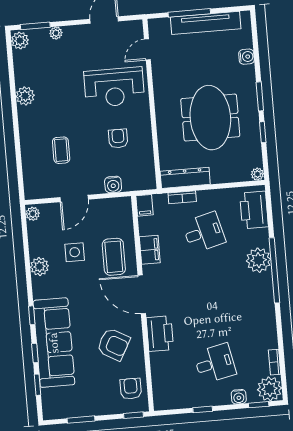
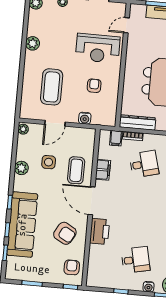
coffee table: (61, 150) -> (52, 87), width x1.86, depth x1.72
filing cabinet: (144, 205) -> (116, 138), moved

